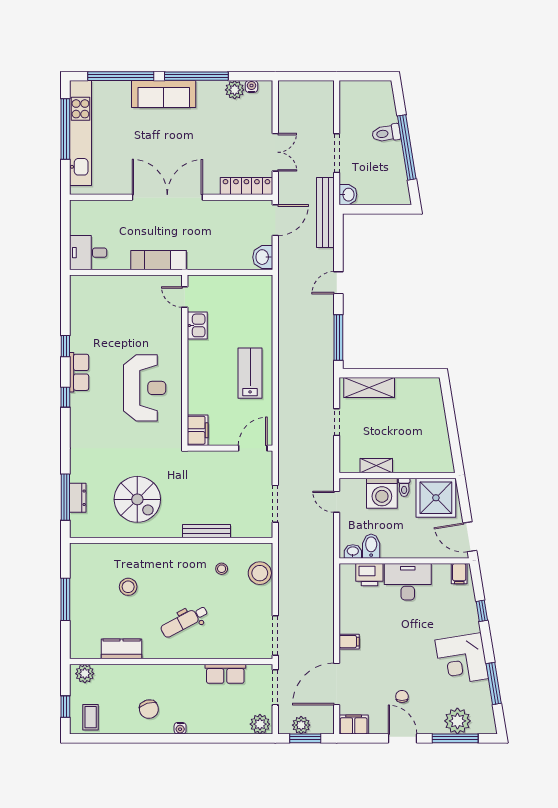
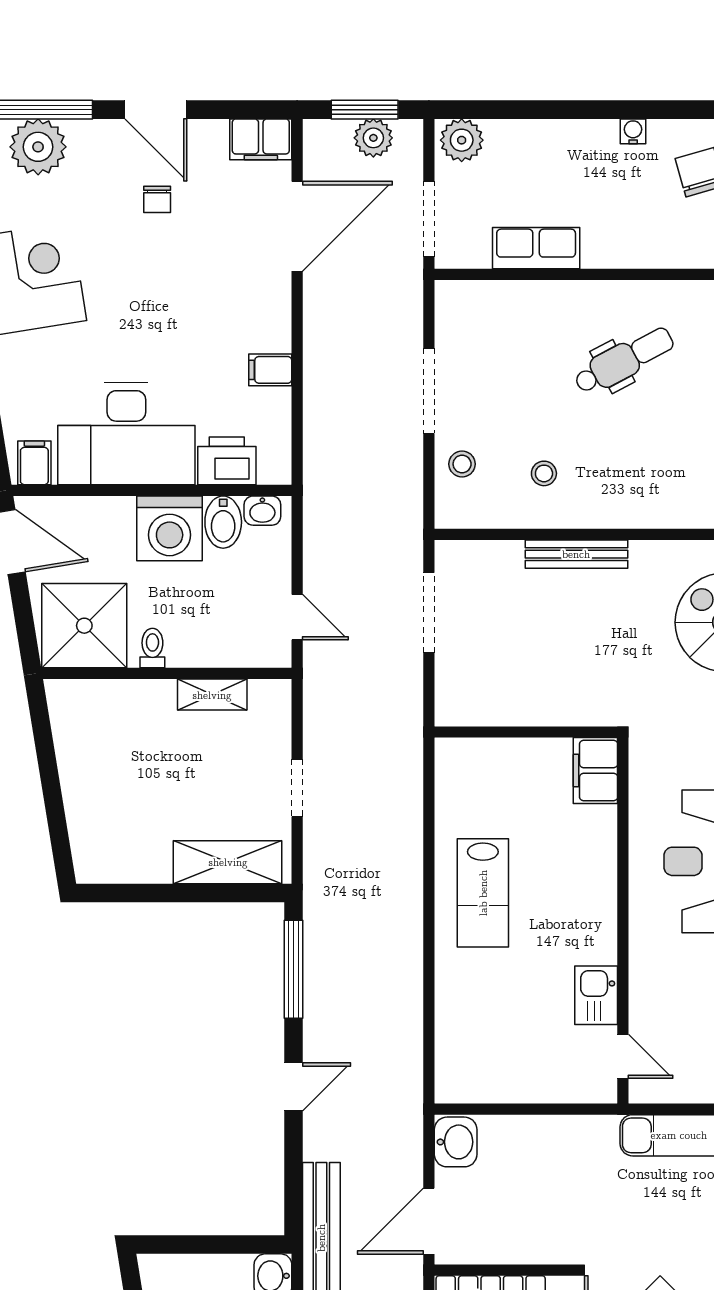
door: (253, 448) -> (477, 732), removed
washing machine: (382, 493) -> (170, 528), moved, turned 180
stool: (260, 573) -> (462, 464), width x0.53, depth x0.53
desk: (408, 582) -> (126, 434), width x1.36, depth x1.30
doorway: (275, 635) -> (429, 391), moved
filing cabinet: (349, 642) -> (270, 370), moved

